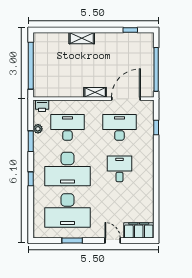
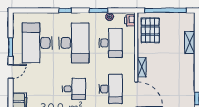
shelving: (82, 38) -> (190, 42), moved
pallet: (53, 83) -> (150, 30), added
desk: (67, 169) -> (74, 43), turned 180
door: (113, 240) -> (11, 71), moved

